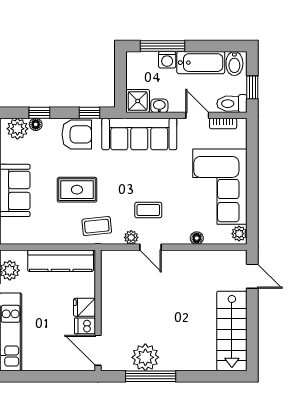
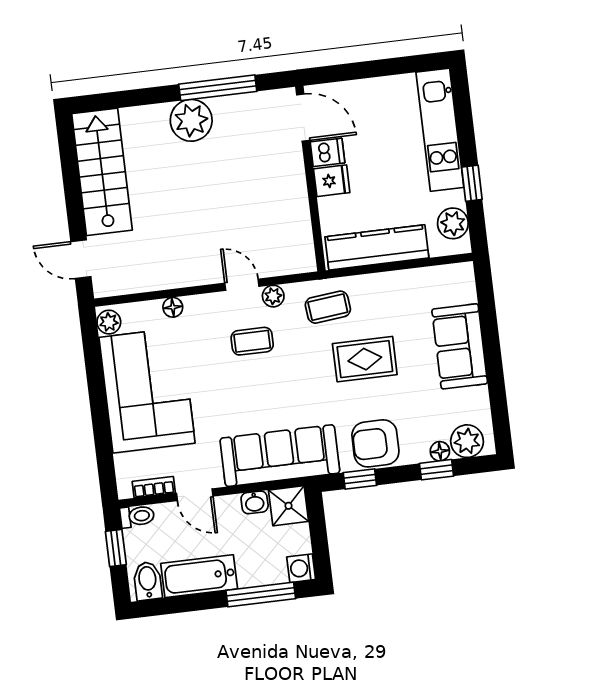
washing machine: (167, 60) -> (301, 568), moved, turned -90
toilet: (232, 104) -> (137, 516), width x0.73, depth x0.72
plant: (145, 357) -> (191, 120), moved

